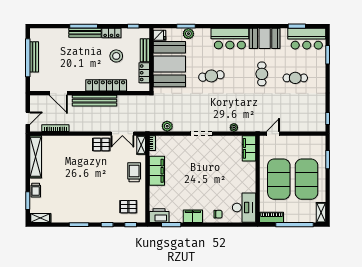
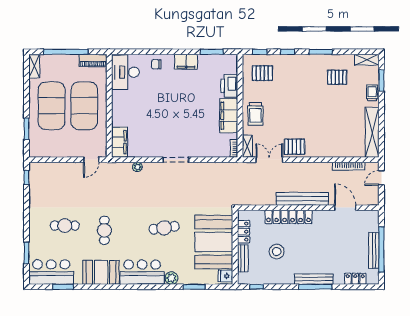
locker: (111, 33) -> (355, 279), moved
plant: (188, 34) -> (172, 278), moved
plant: (167, 126) -> (216, 168), removed
pallet: (65, 203) -> (337, 77), added
printer: (159, 216) -> (229, 86), moved, turned 90

